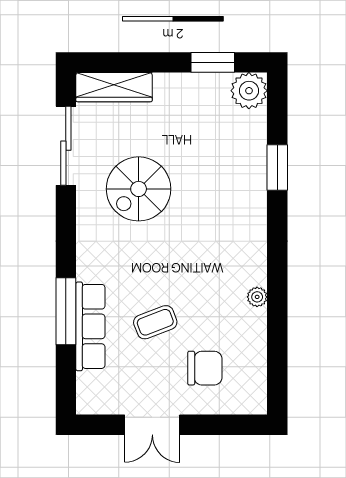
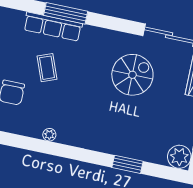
spiral stairs: (139, 189) -> (132, 75), turned 90

